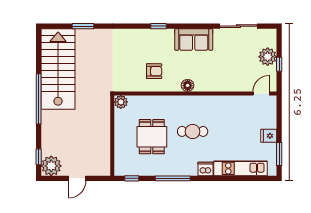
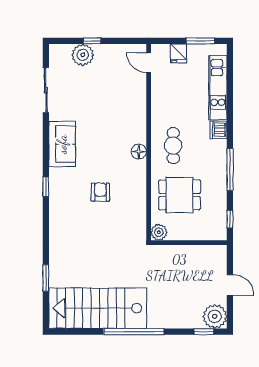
floor lamp: (188, 85) -> (139, 152), moved
wall: (195, 93) -> (149, 142), moved
door: (261, 93) -> (149, 63), moved
plant: (121, 102) -> (159, 232), moved

